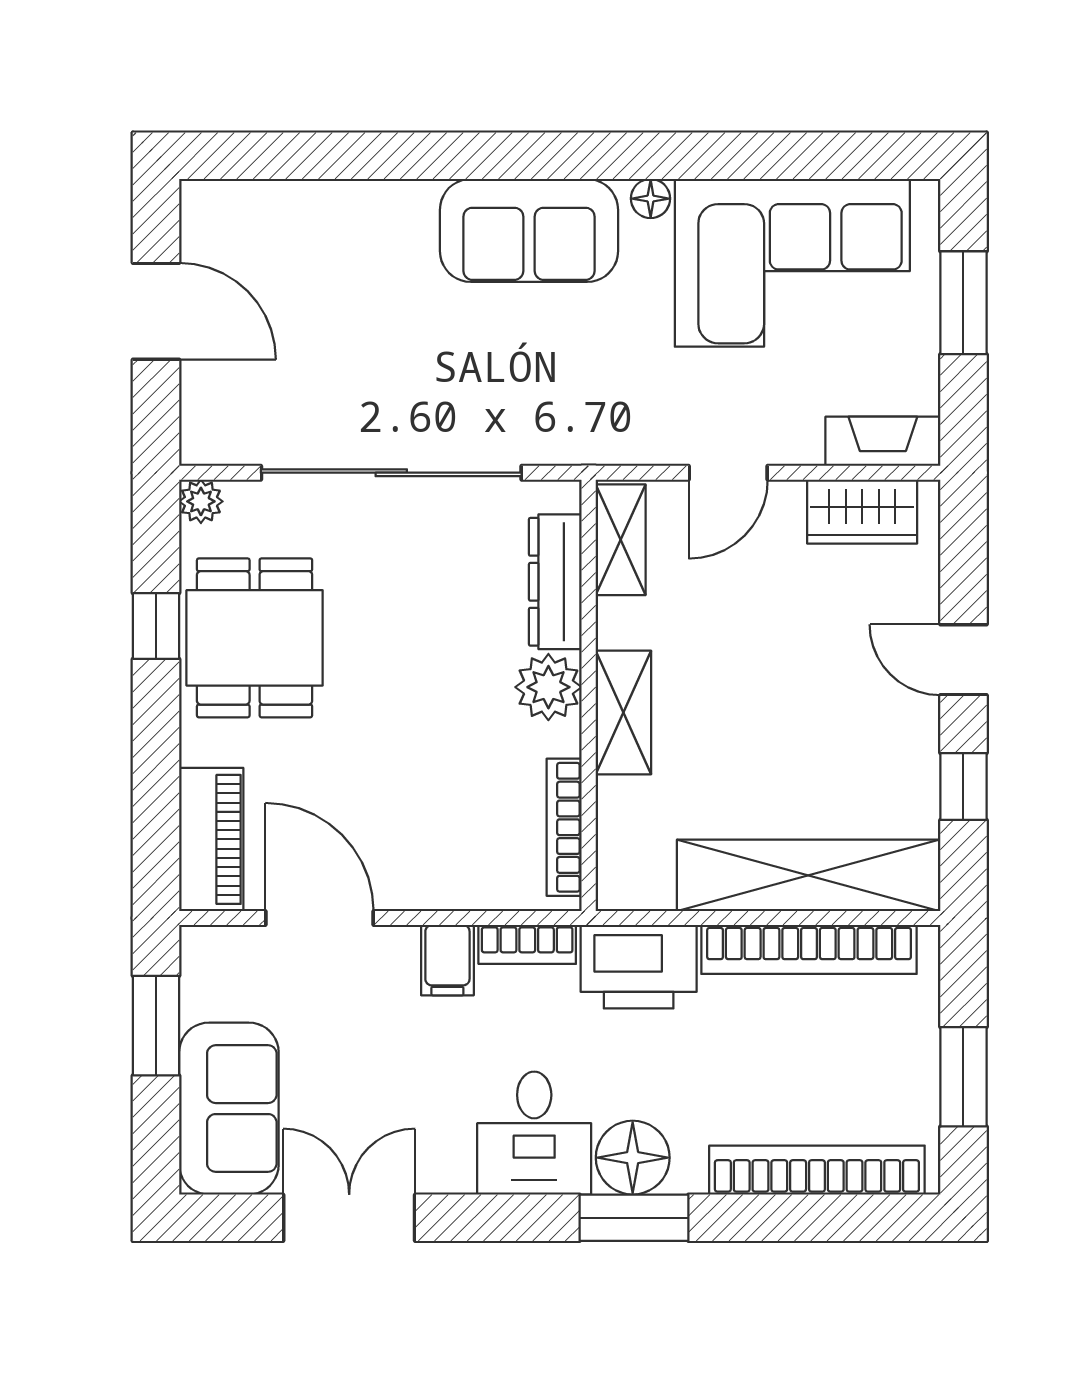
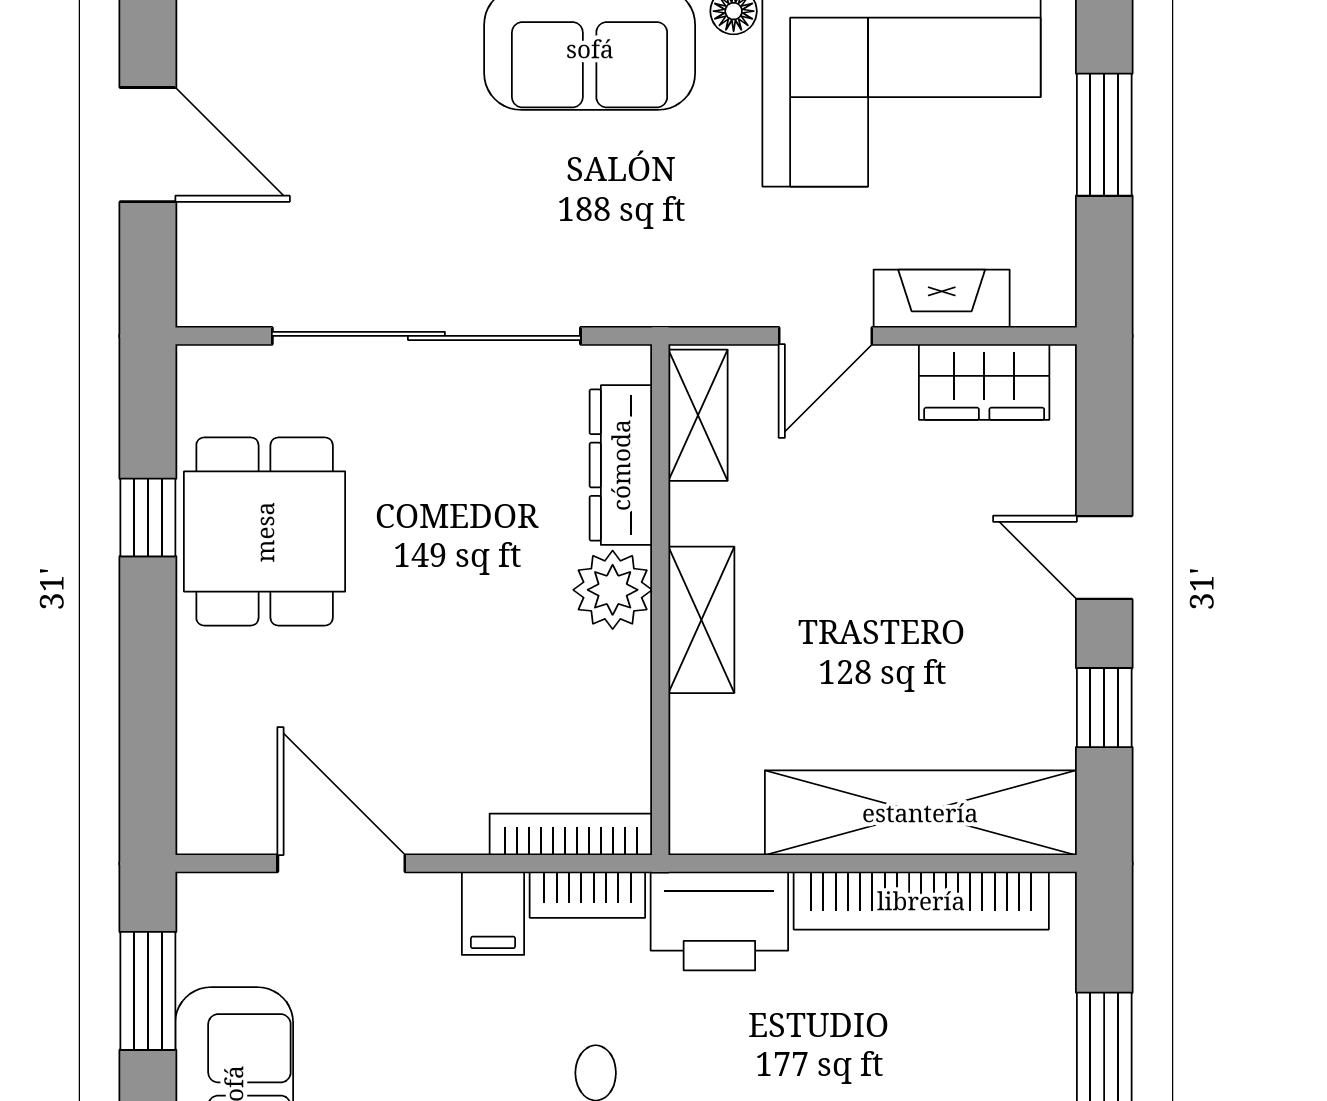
fireplace: (883, 441) -> (942, 299), moved
plant: (201, 501) -> (201, 370), removed
bookcase: (564, 827) -> (571, 834), moved, turned 90
piano: (211, 839) -> (213, 770), removed

